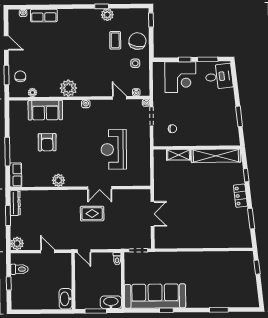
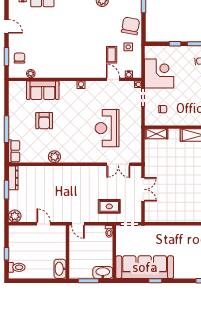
coffee table: (115, 40) -> (112, 55), moved
corner desk: (180, 77) -> (159, 74), moved, turned -90
plant: (68, 88) -> (65, 70), removed
shelving: (179, 155) -> (156, 134), moved
double door: (100, 188) -> (118, 164), moved
rug: (92, 214) -> (109, 206), moved
toilet: (19, 269) -> (17, 267), moved

